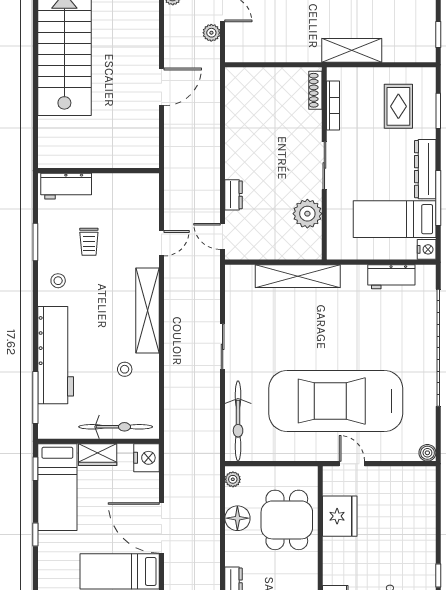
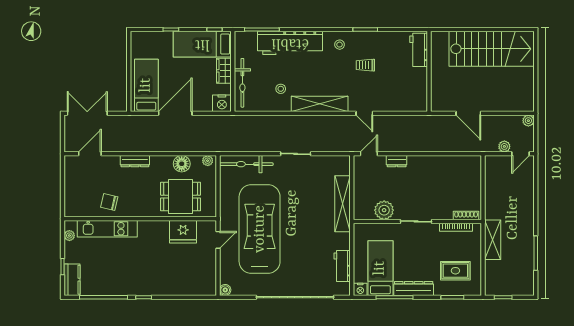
wall: (98, 171) -> (429, 71), moved
workbench: (66, 186) -> (419, 50), moved

